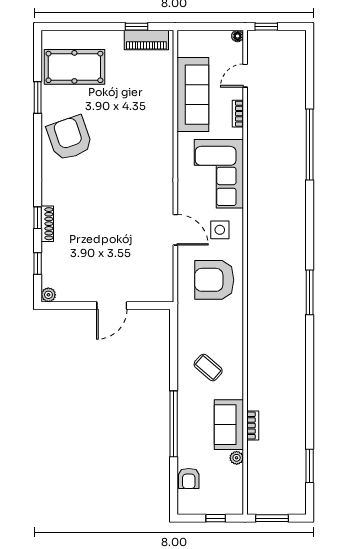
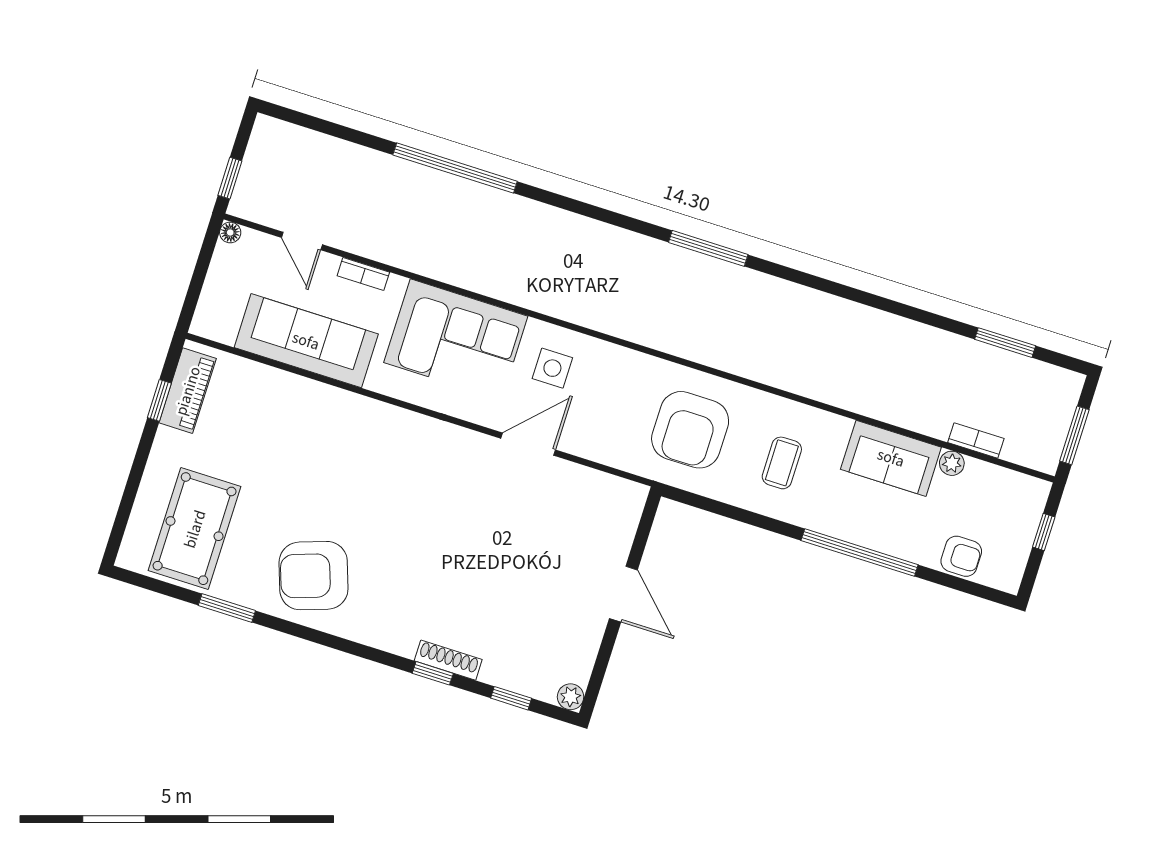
armchair: (214, 280) -> (690, 430), moved
coffee table: (208, 368) -> (782, 463), turned -41
bookcase: (253, 426) -> (976, 441), moved

